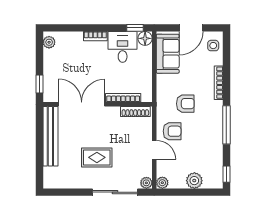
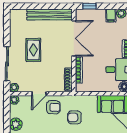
filing cabinet: (52, 56) -> (111, 15), added
armchair: (185, 104) -> (74, 117), turned 90
armchair: (172, 131) -> (53, 107), turned -90

